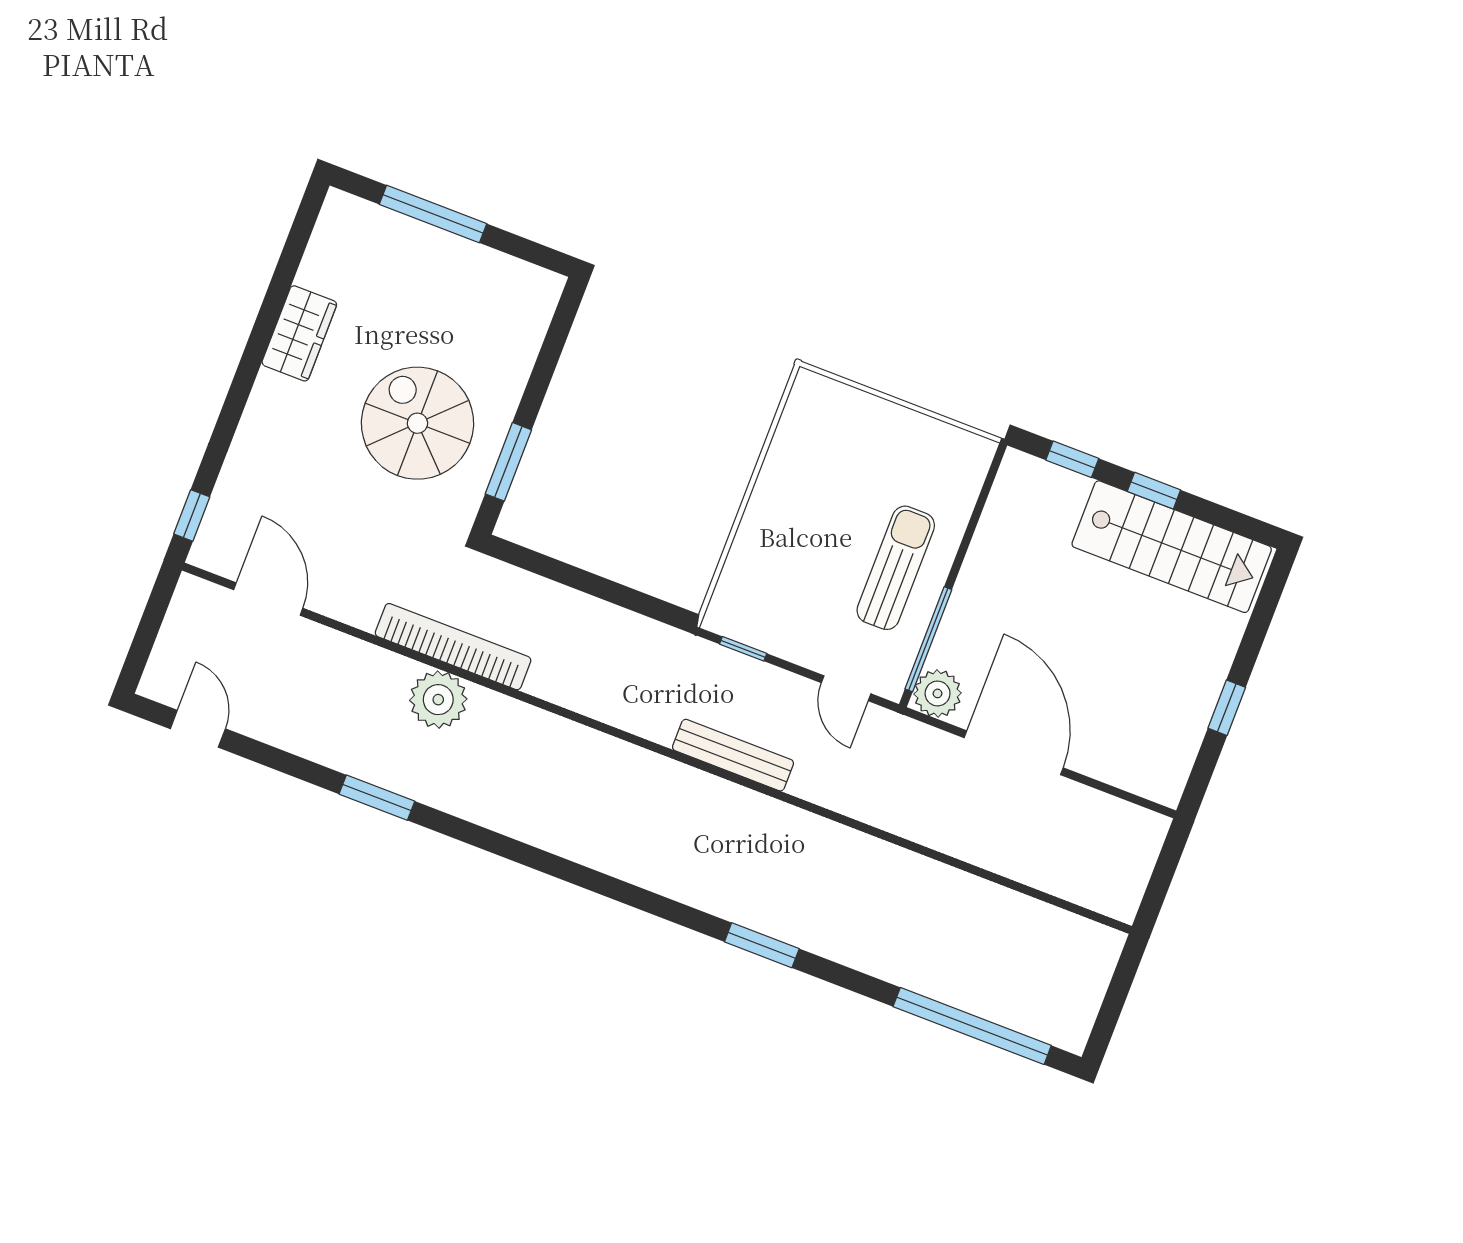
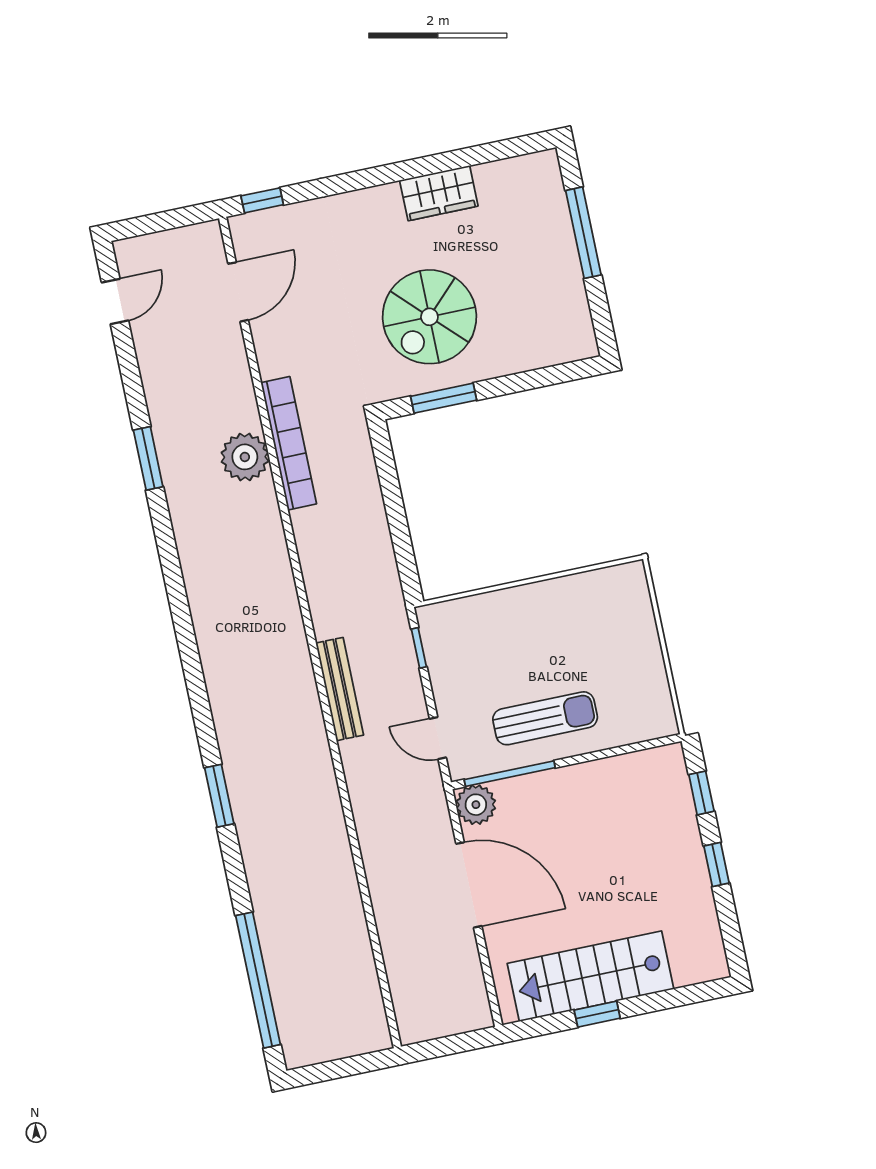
spiral stairs: (417, 423) -> (429, 317), turned 180
stairs: (1172, 547) -> (590, 976), moved, turned 90
door: (846, 688) -> (438, 738), hinge flipped
door: (1014, 753) -> (469, 885), hinge flipped

